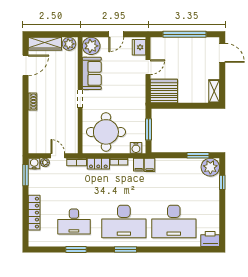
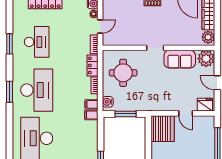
round table: (106, 132) -> (123, 73), width x0.73, depth x0.73
desk: (74, 221) -> (37, 42), turned 180
desk: (124, 221) -> (37, 90), turned 180

